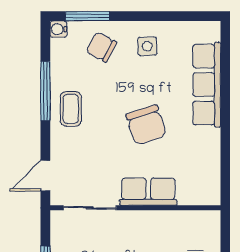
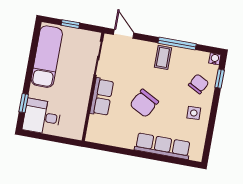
window: (88, 16) -> (220, 79), width x0.67
coffee table: (71, 109) -> (163, 57), turned 90
chair: (146, 125) -> (144, 103), turned -44

